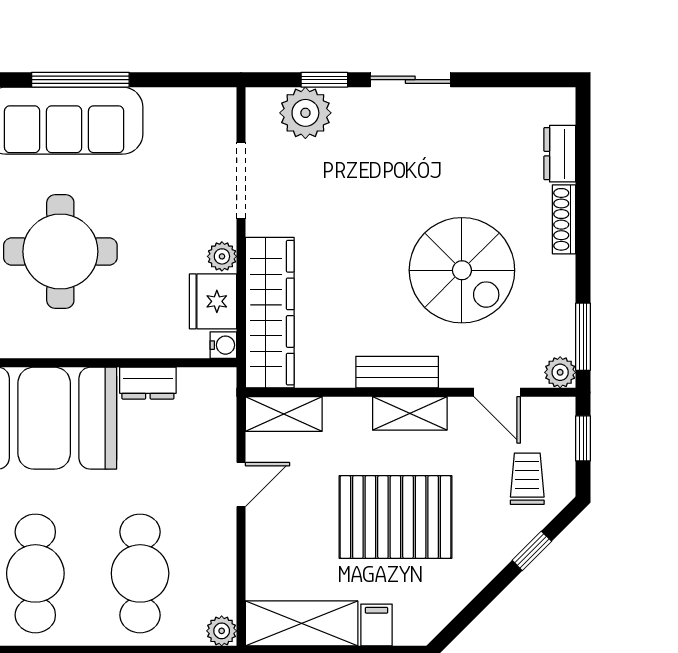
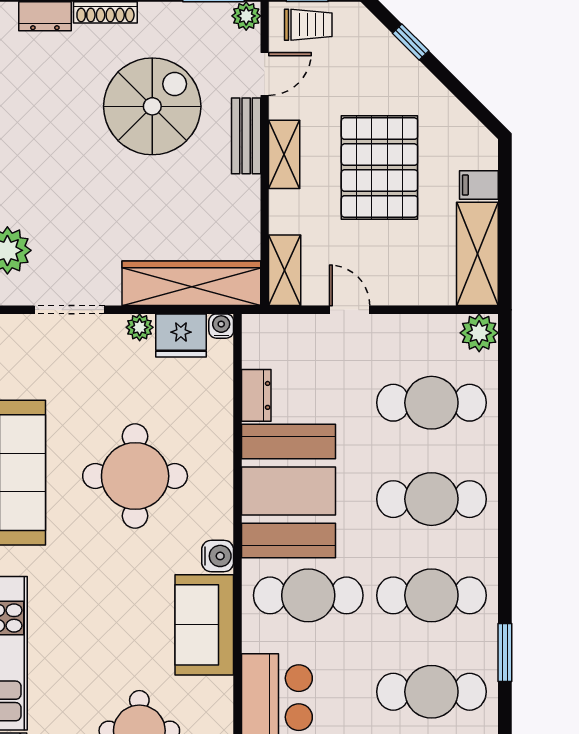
bench: (397, 372) -> (246, 136), moved
trolley: (527, 479) -> (308, 25), moved, turned 180
plant: (222, 631) -> (479, 333), width x1.38, depth x1.38

